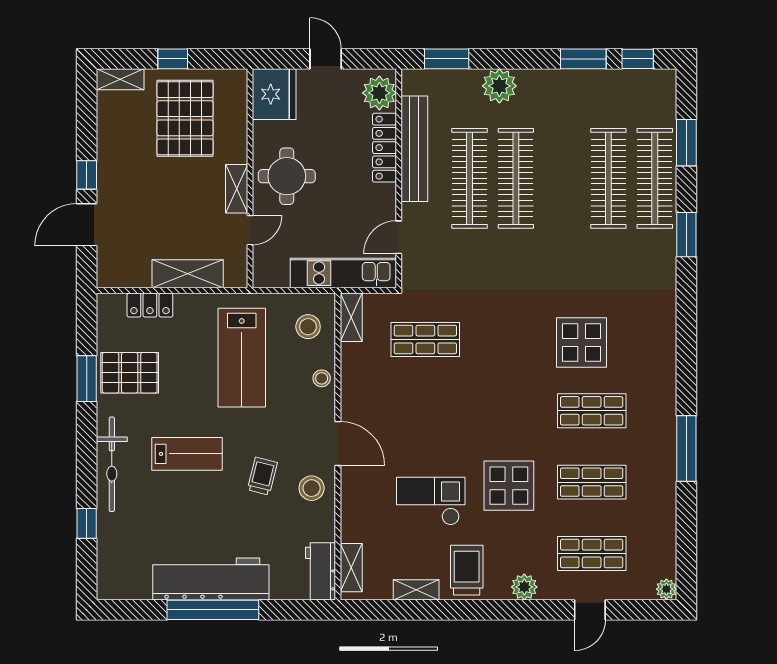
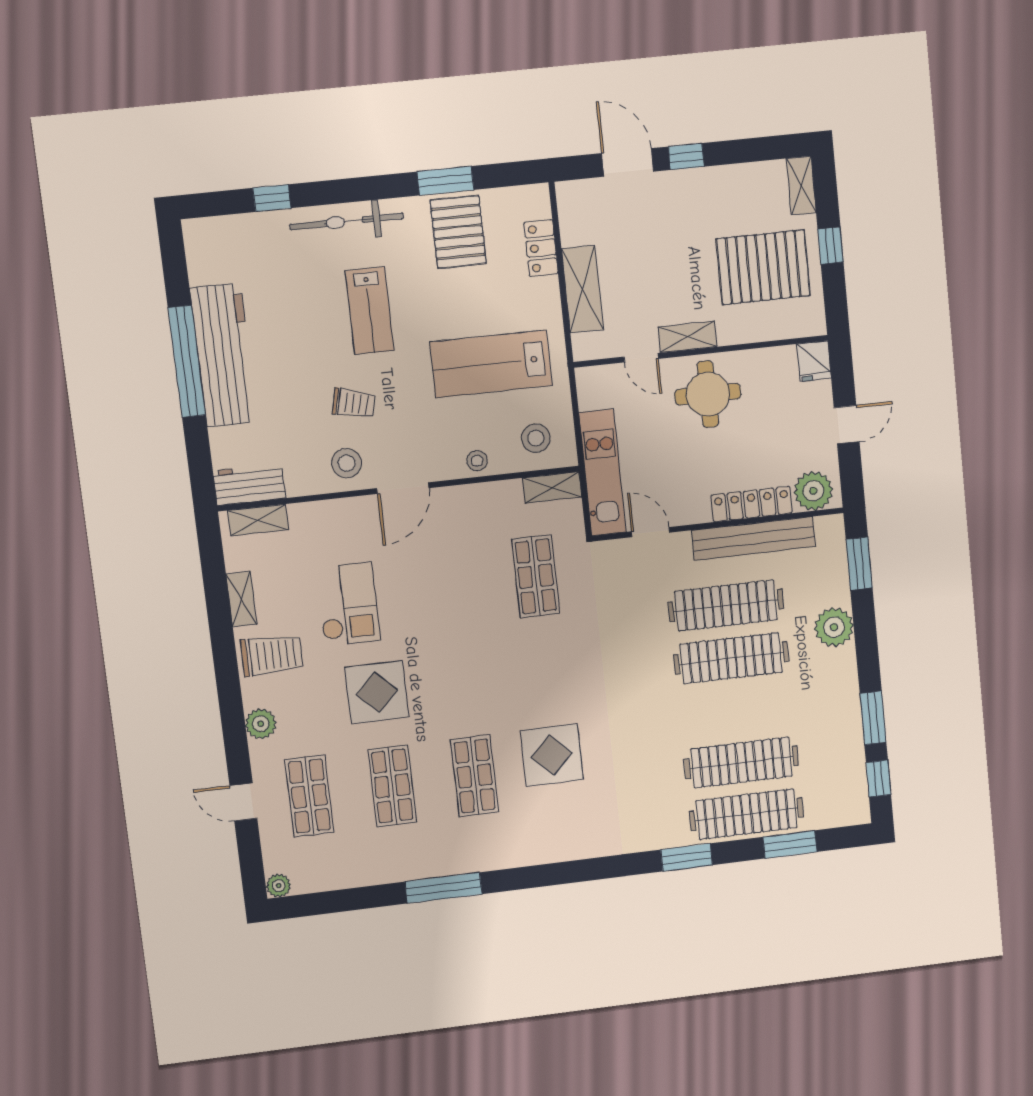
fridge: (274, 94) -> (814, 361), width x0.53, depth x0.75

